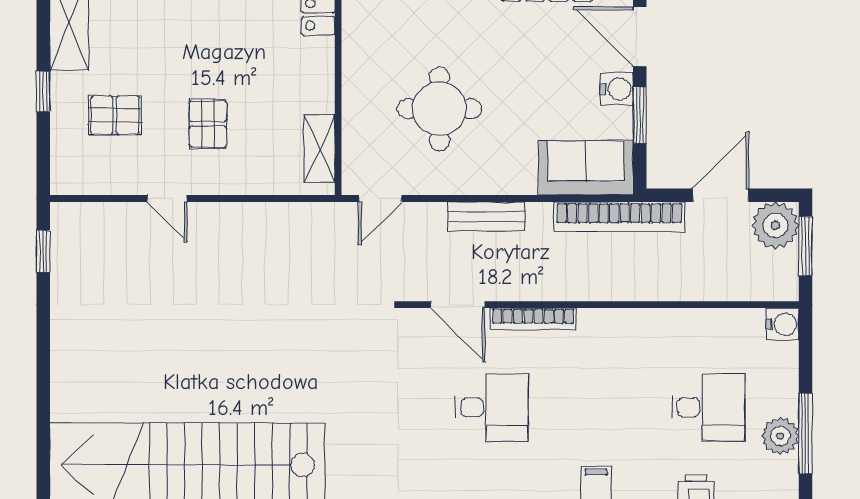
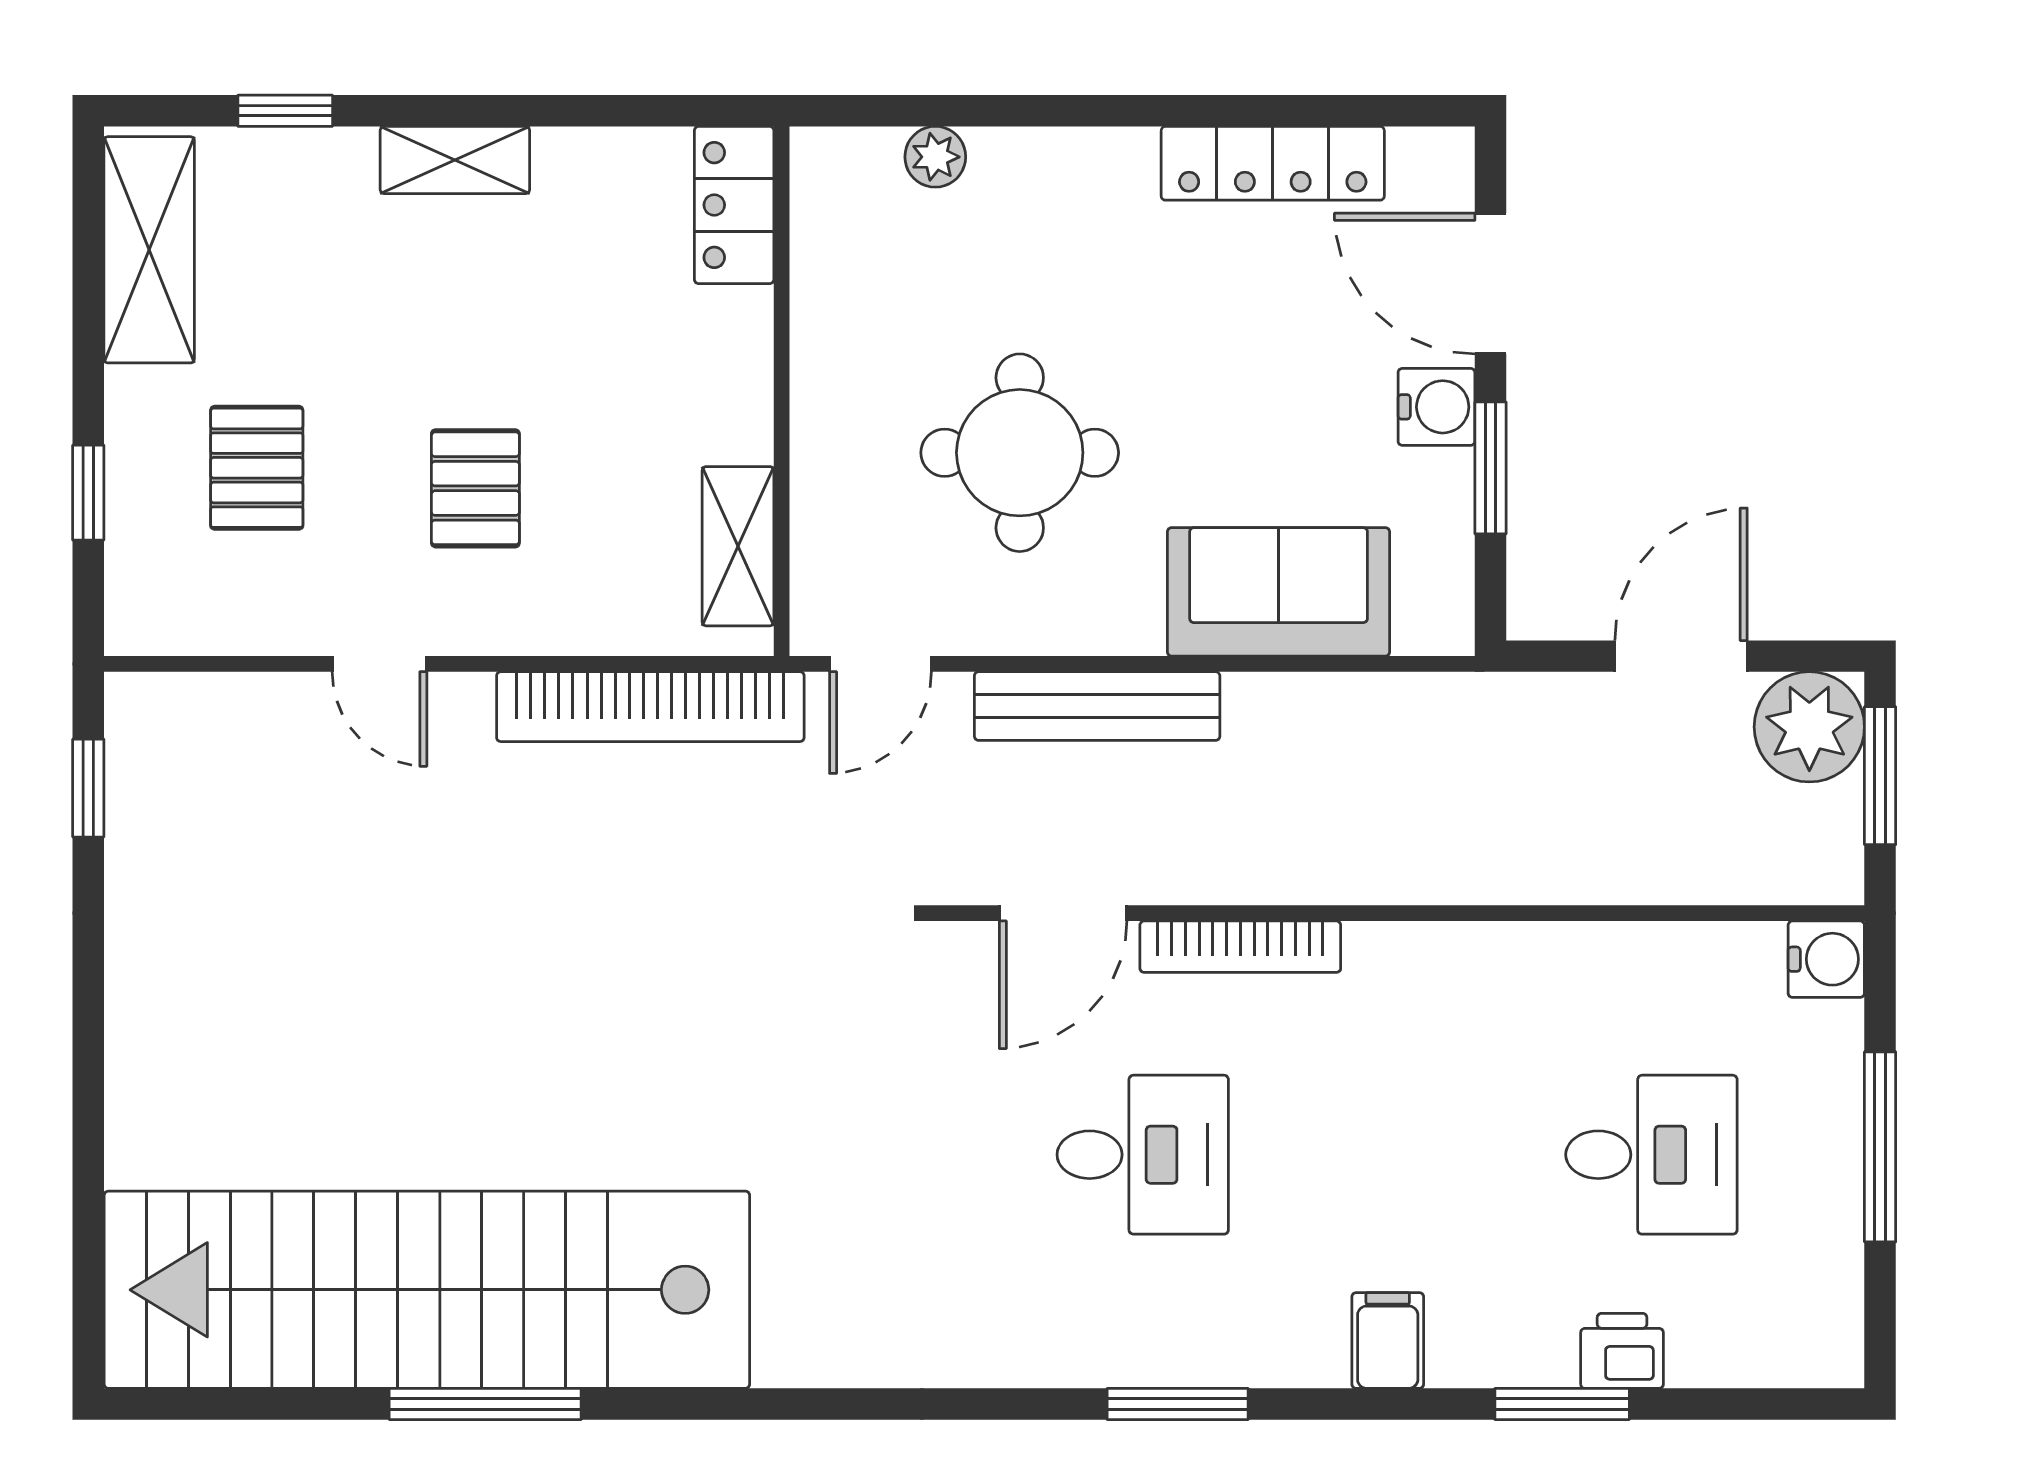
window: (43, 91) -> (88, 493), moved
pallet: (115, 115) -> (257, 468), turned 90
sofa: (586, 168) -> (1279, 592), moved
bench: (486, 216) -> (1097, 706), width x1.36
bookcase: (619, 217) -> (650, 707), moved
door: (458, 305) -> (1063, 913), hinge flipped
window: (805, 433) -> (1880, 1147), moved
plant: (780, 436) -> (1821, 1222), removed

